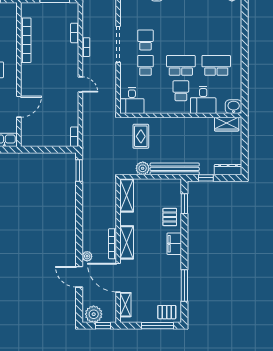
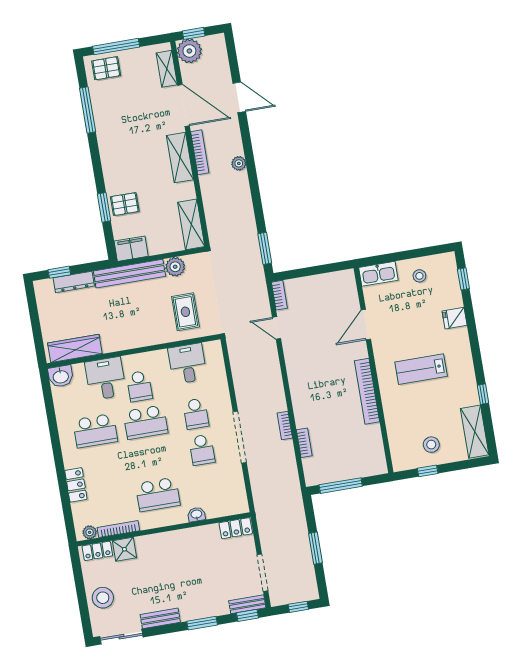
school desk: (181, 15) -> (158, 494), added
locker: (236, 31) -> (76, 485), added
bookcase: (26, 40) -> (367, 391), moved
door: (80, 84) -> (276, 328), moved
desk: (132, 101) -> (188, 364), moved
wardrobe: (227, 124) -> (75, 348), width x1.50
dresser: (228, 170) -> (74, 282), moved
window: (206, 178) -> (59, 272), moved
window: (184, 204) -> (104, 207), moved
pallet: (170, 217) -> (125, 204), turned 90
filing cabinet: (174, 244) -> (131, 249), moved, turned -90
plant: (87, 256) -> (239, 163), moved
plant: (94, 314) -> (189, 51), moved

